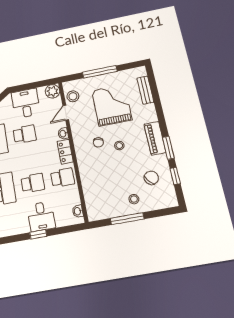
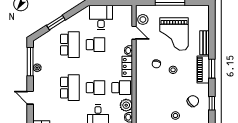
bench: (145, 90) -> (205, 43), moved
plant: (53, 91) -> (126, 105), moved
grand piano: (112, 105) -> (174, 34), turned 180
door: (66, 113) -> (134, 33), swing flipped
window: (168, 148) -> (212, 69), moved

